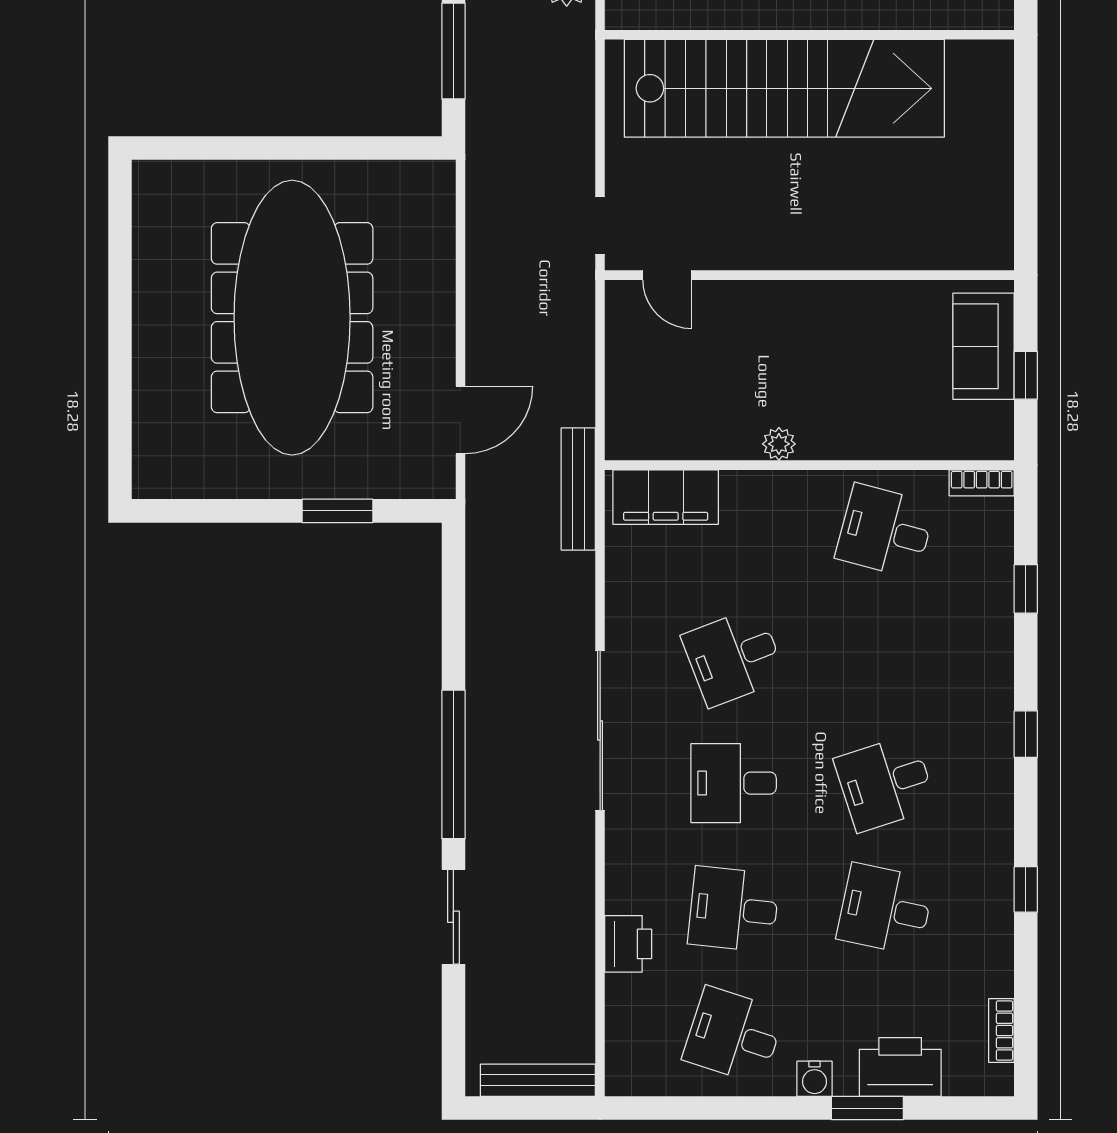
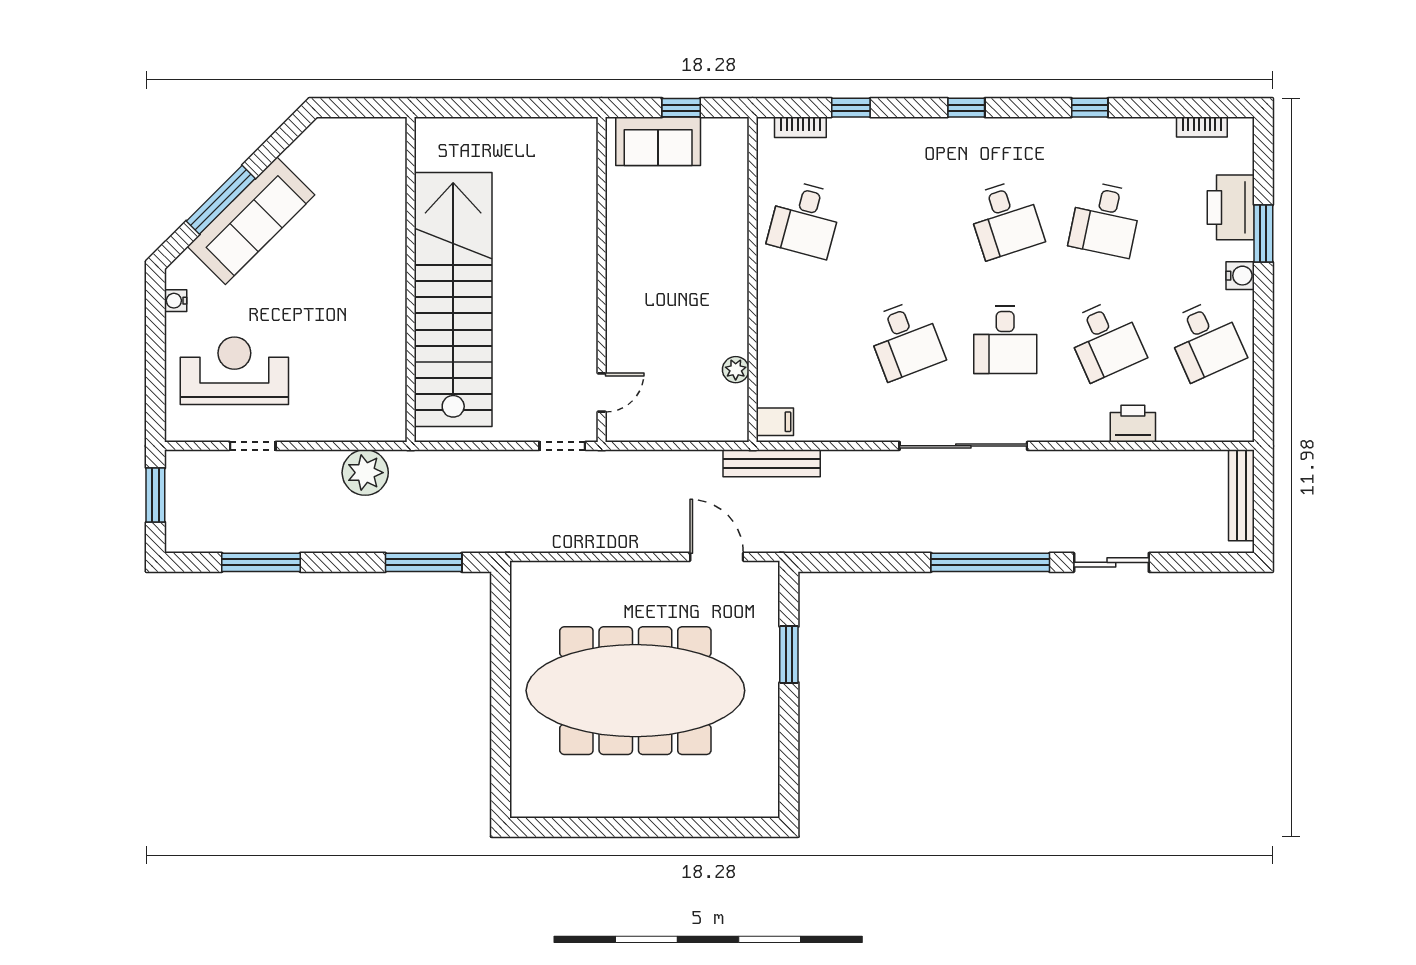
plant: (779, 444) -> (736, 370), moved
bookcase: (982, 483) -> (800, 127), moved, turned 90
filing cabinet: (666, 497) -> (775, 422), width x0.33, depth x0.86
desk: (734, 909) -> (1105, 340), turned -30
desk: (734, 1035) -> (1205, 340), turned -42

